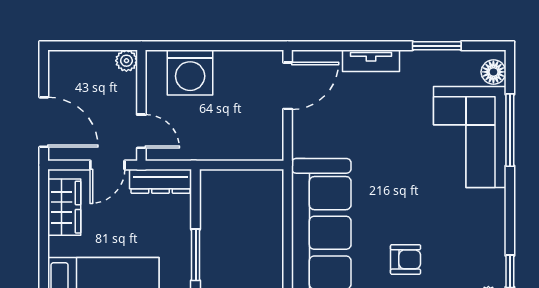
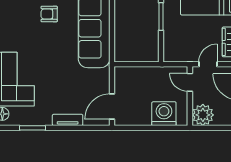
plant: (126, 61) -> (203, 115), width x1.88, depth x1.88
dresser: (160, 181) -> (180, 56), removed

